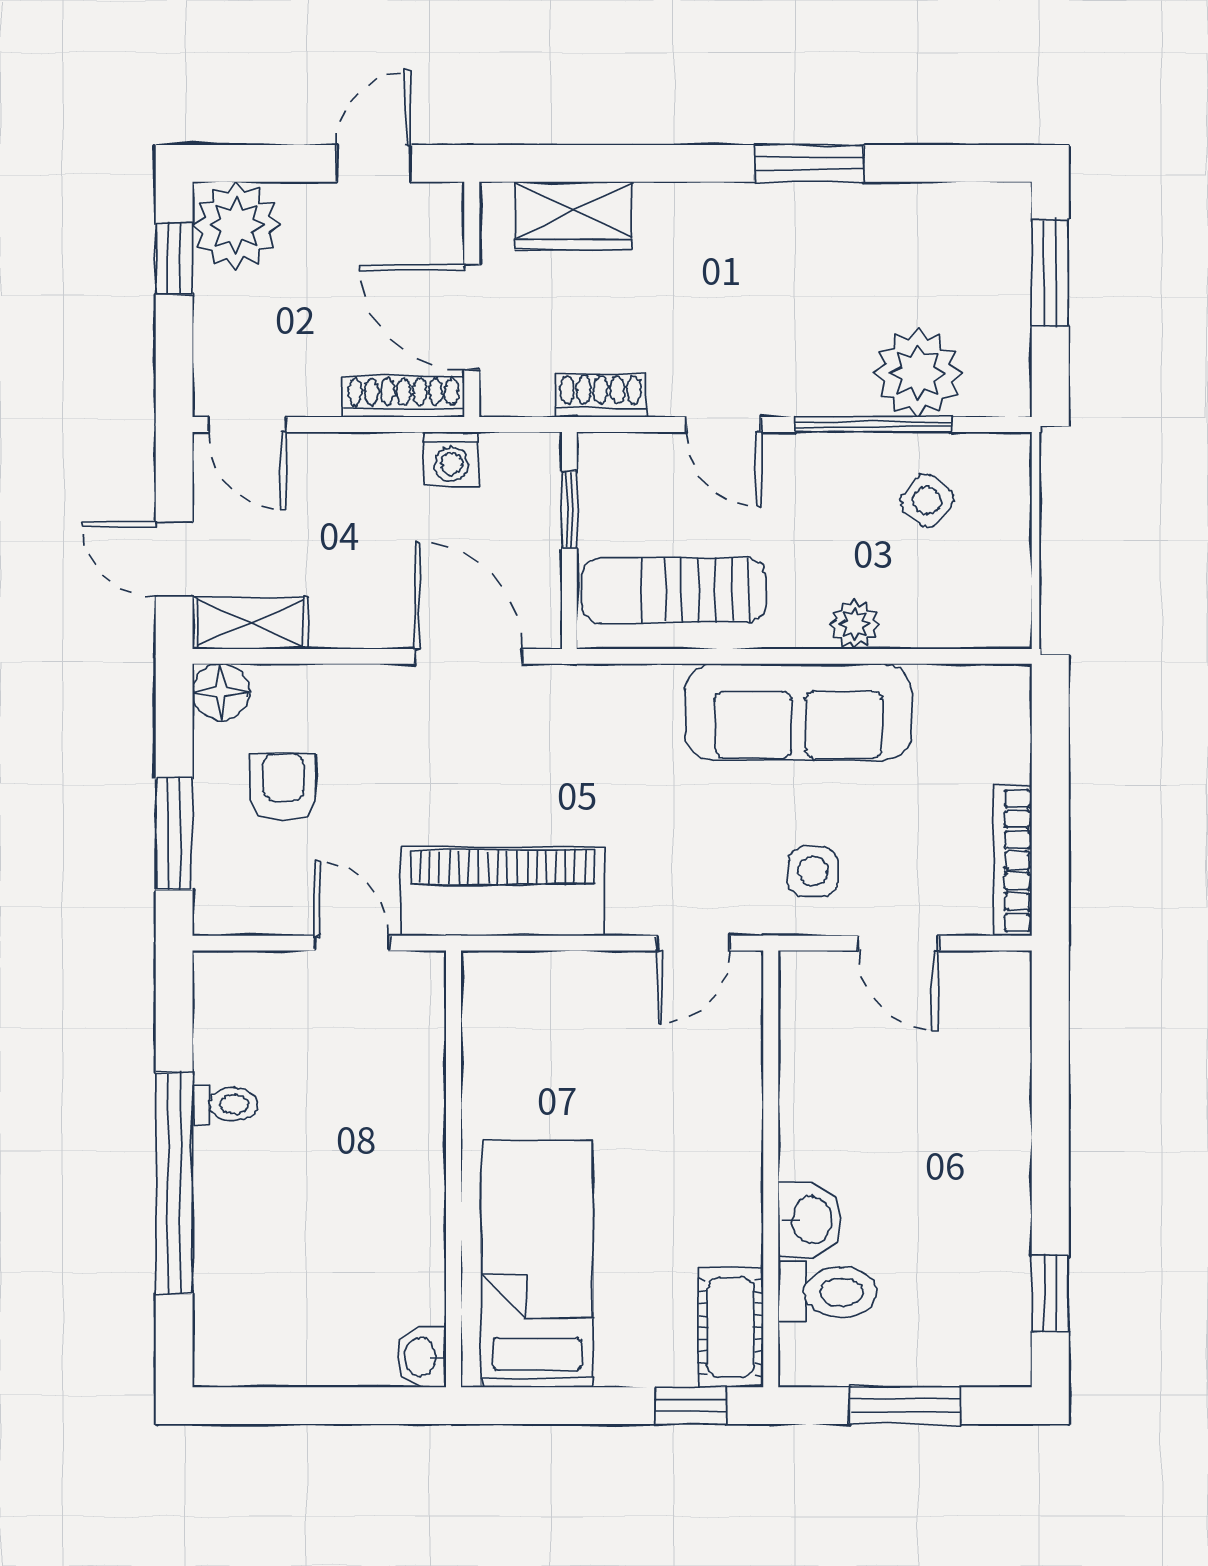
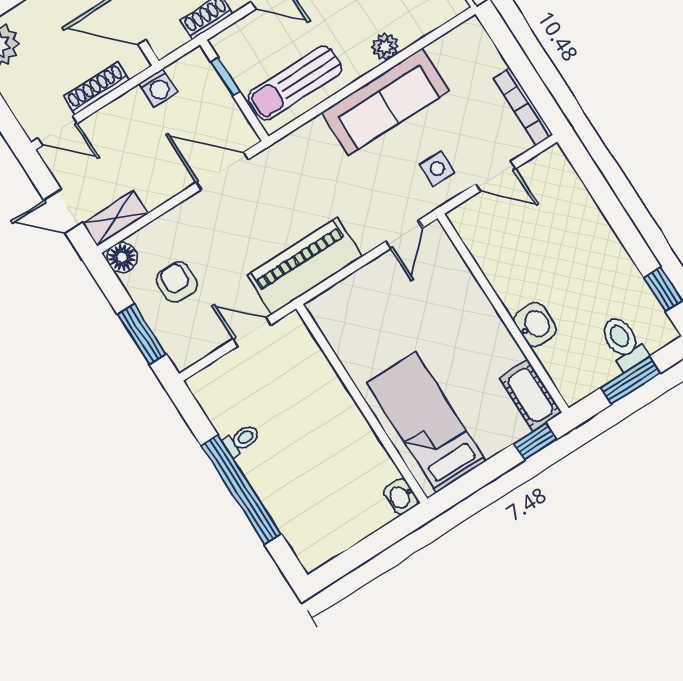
shoe rack: (404, 396) -> (96, 88), moved
toilet: (827, 1292) -> (623, 342), moved, turned -90

